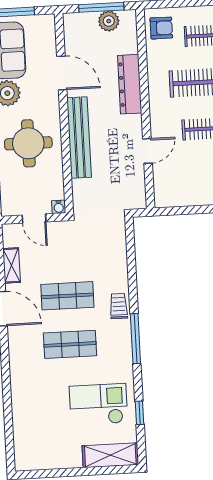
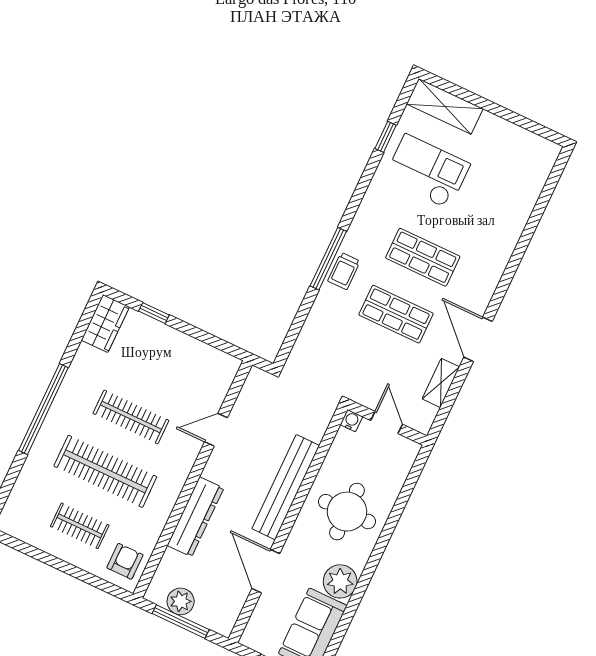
armchair: (161, 28) -> (125, 561), turned 90
window: (135, 339) -> (328, 259), moved
checkout: (98, 404) -> (427, 172), turned 180

